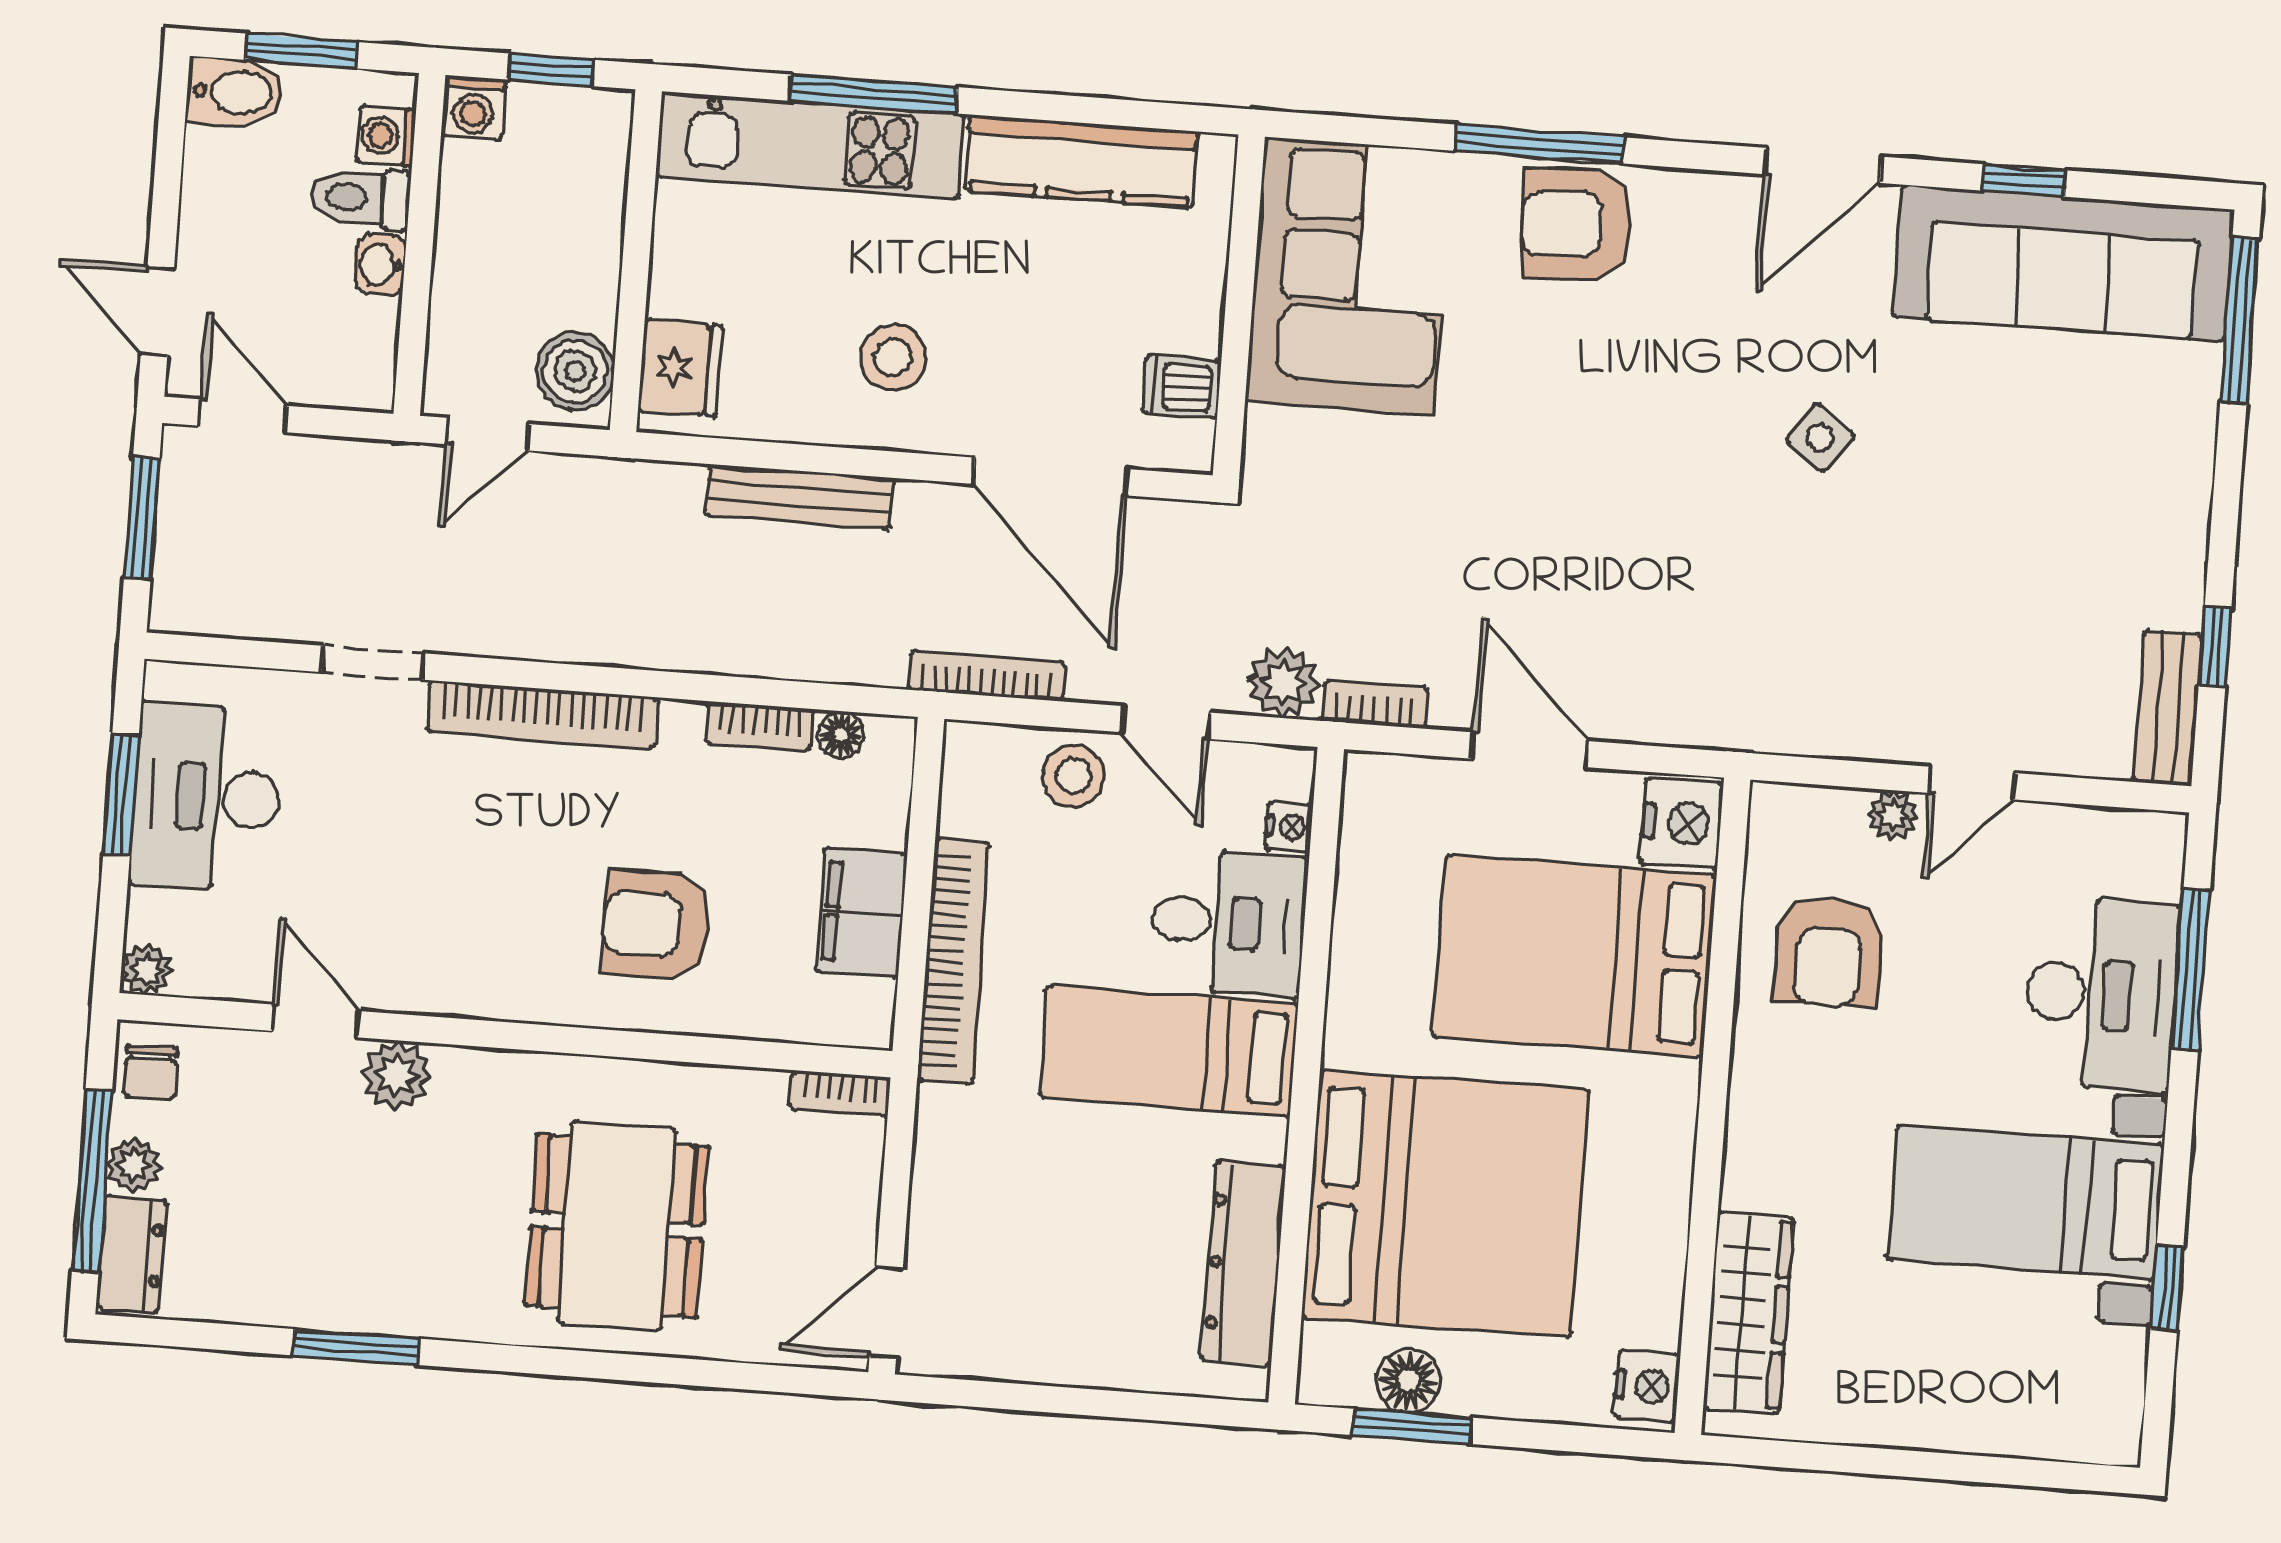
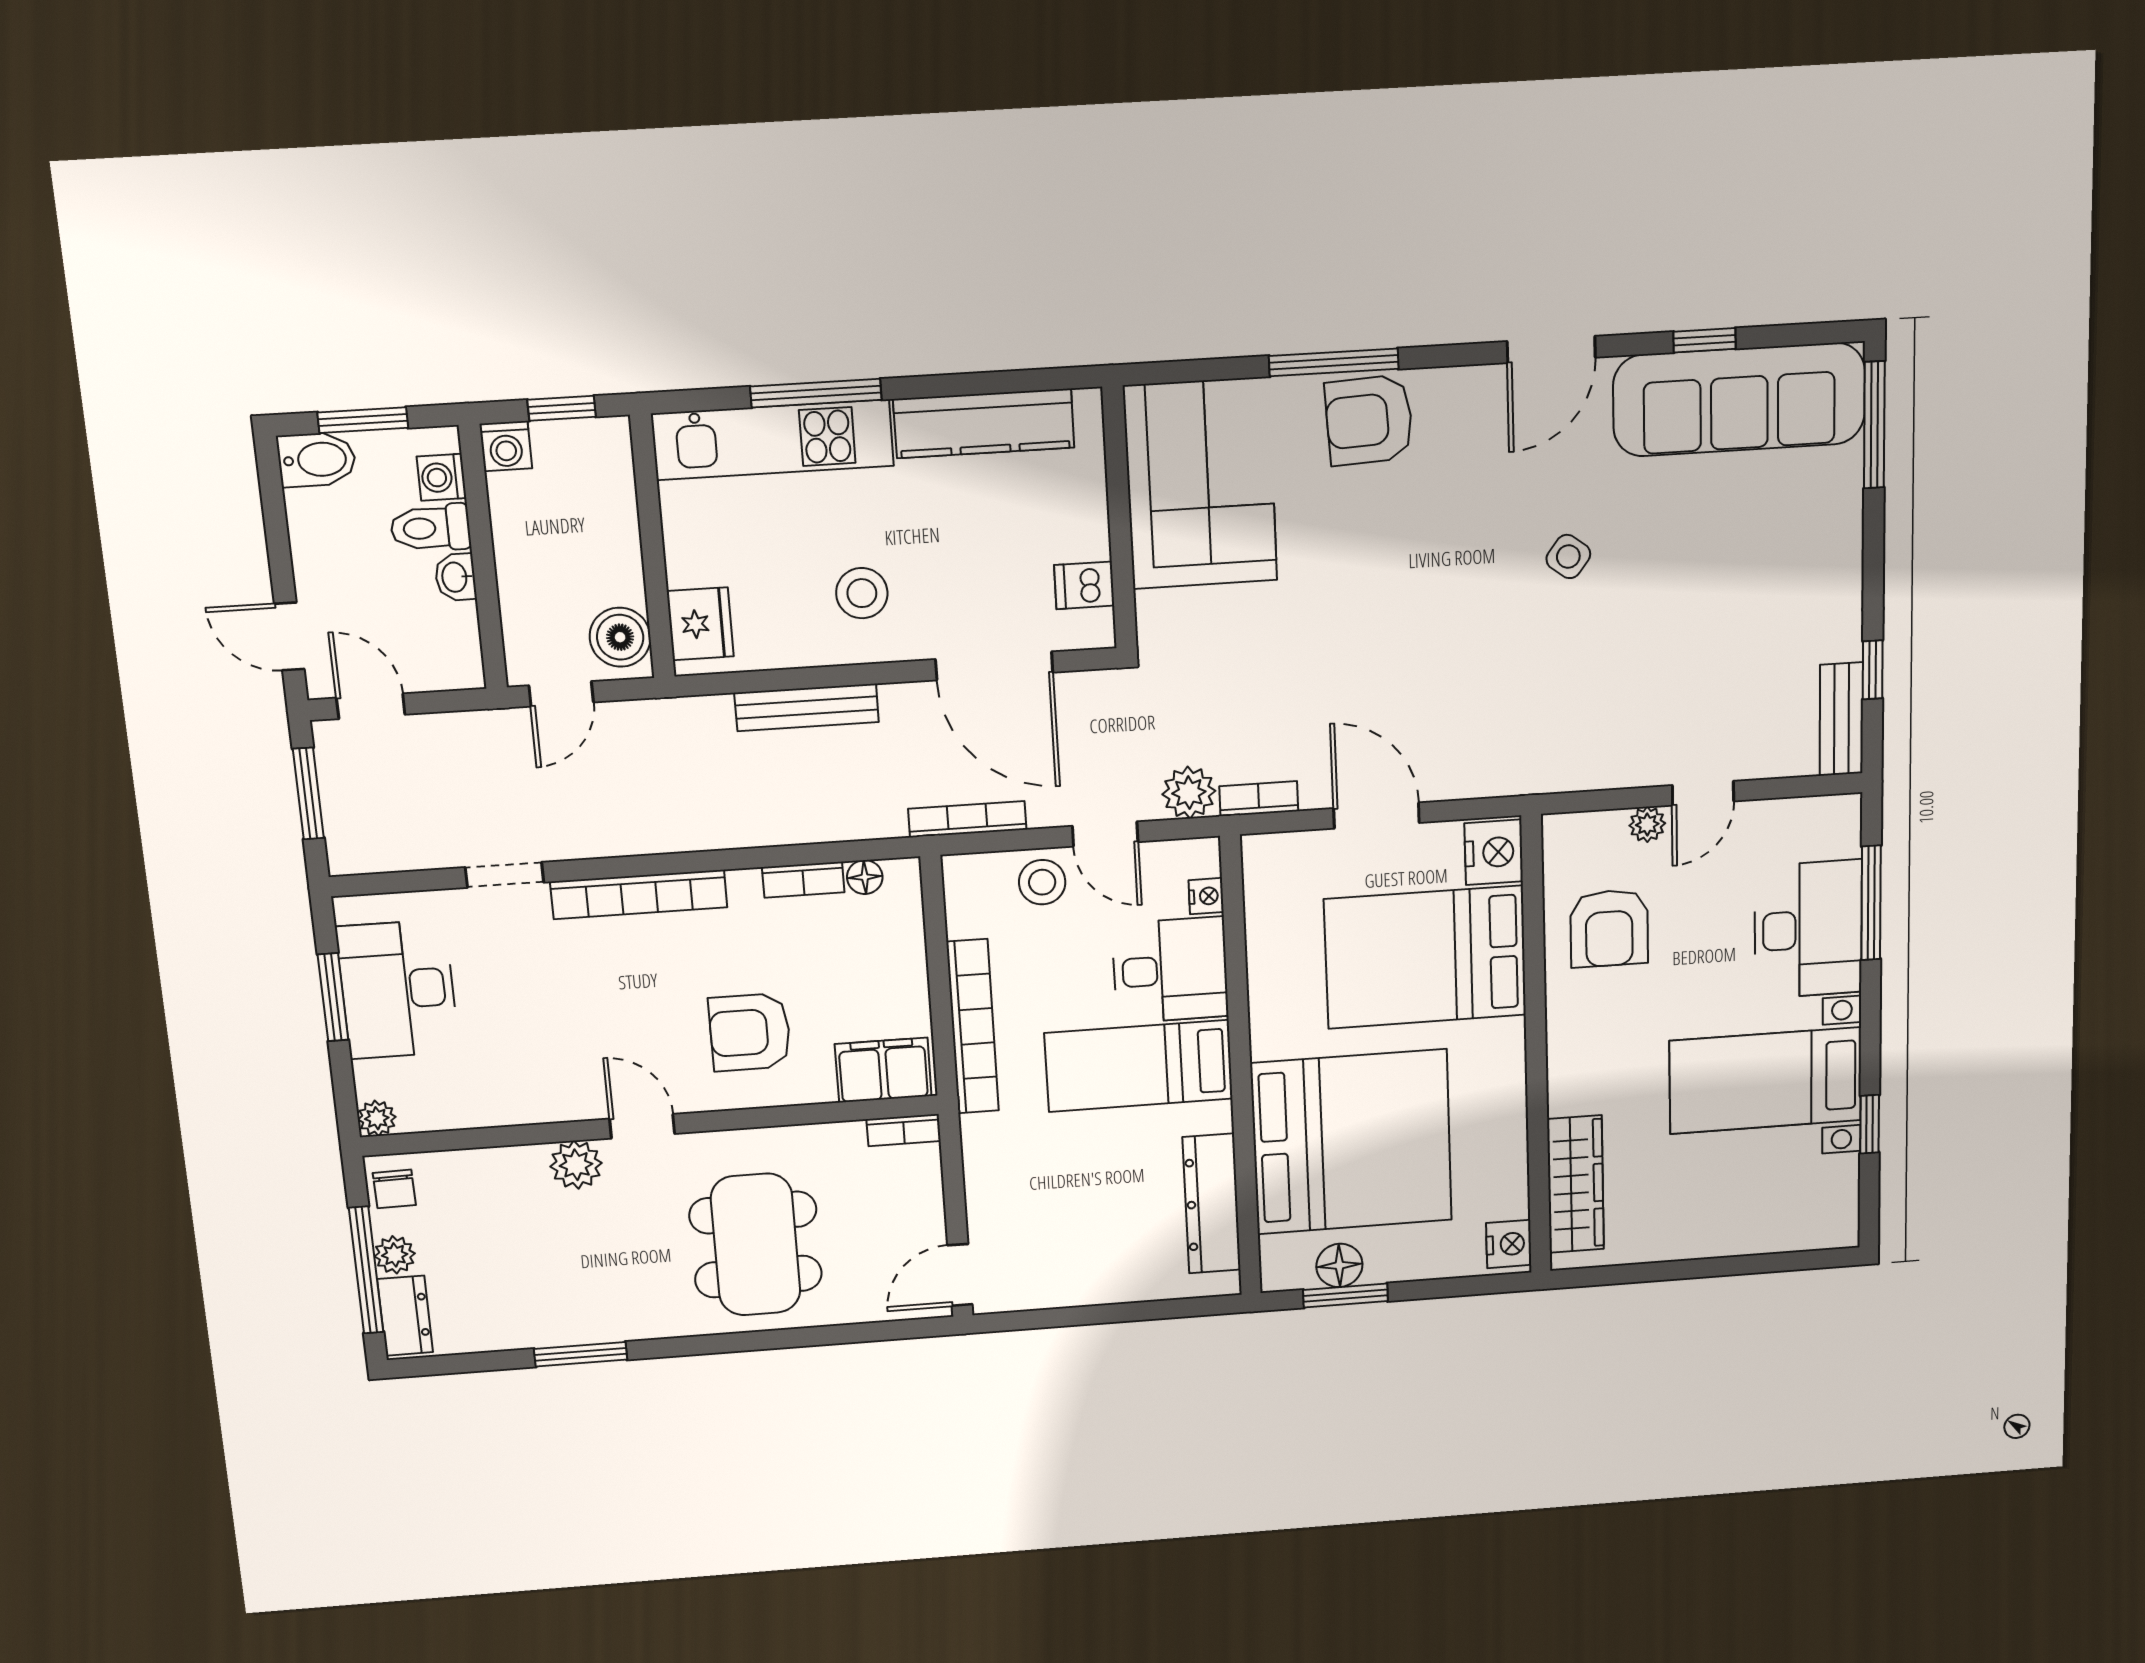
filing cabinet: (861, 913) -> (883, 1070), moved, turned 90
door: (316, 1021) -> (642, 1126), moved

